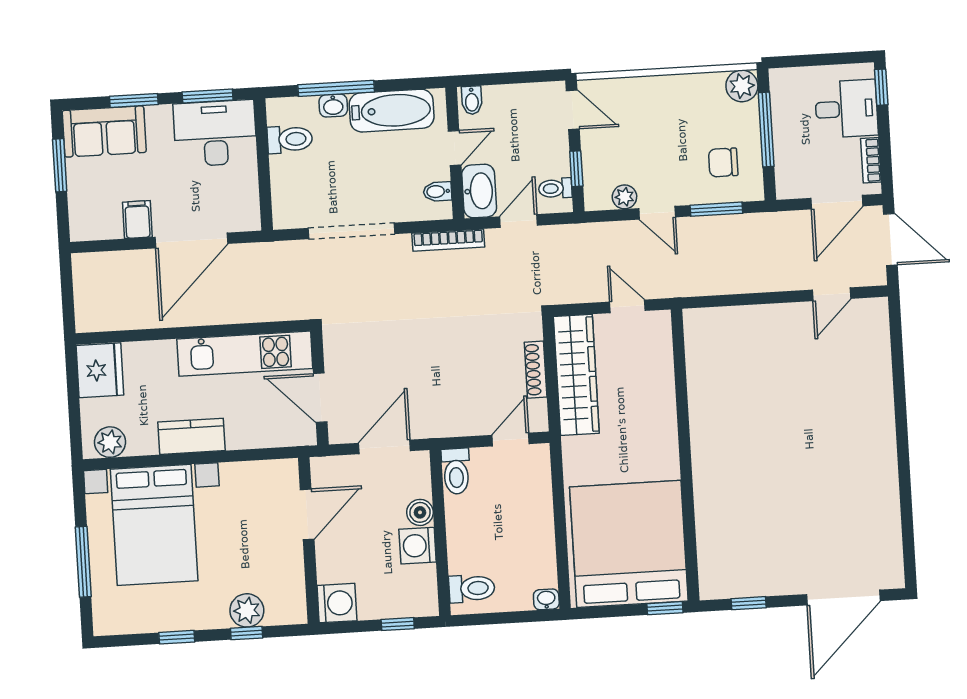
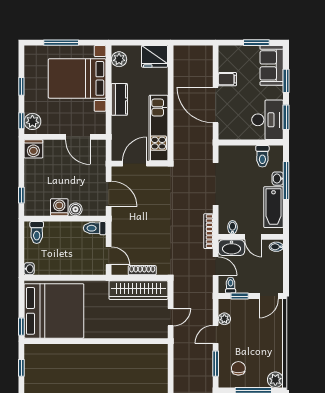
door: (307, 514) -> (78, 137), moved
wall: (309, 540) -> (65, 137), moved
washing machine: (337, 603) -> (33, 149), moved

